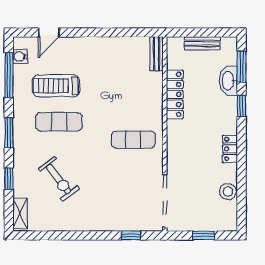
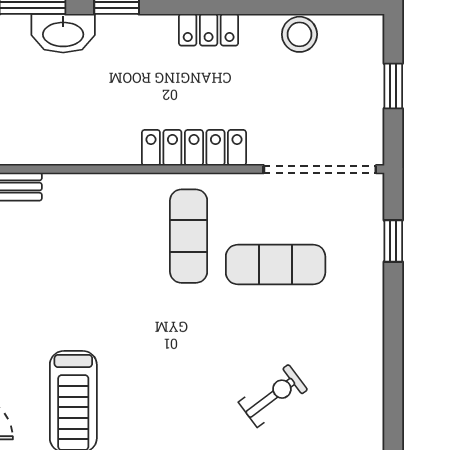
locker: (175, 94) -> (194, 148), moved
exercise mat: (59, 122) -> (276, 265), moved, turned 90
exercise bike: (59, 179) -> (273, 396), width x0.73, depth x0.72

